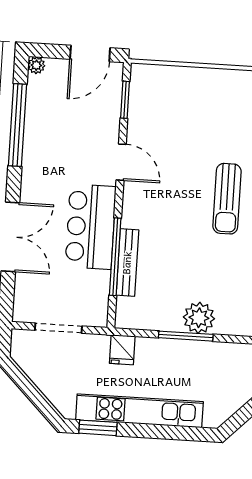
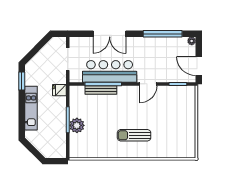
bar counter: (91, 227) -> (110, 71), width x1.36
kitchen unit: (139, 411) -> (31, 108), width x0.73

